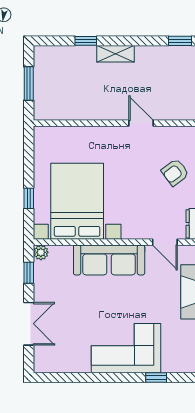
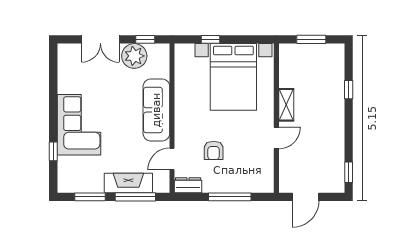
shelving: (116, 54) -> (286, 105), moved
armchair: (175, 172) -> (214, 150), moved, turned -143
bed with nightstands: (77, 201) -> (233, 77), moved, turned 90
plant: (41, 252) -> (134, 56), moved, width x1.87, depth x1.87

